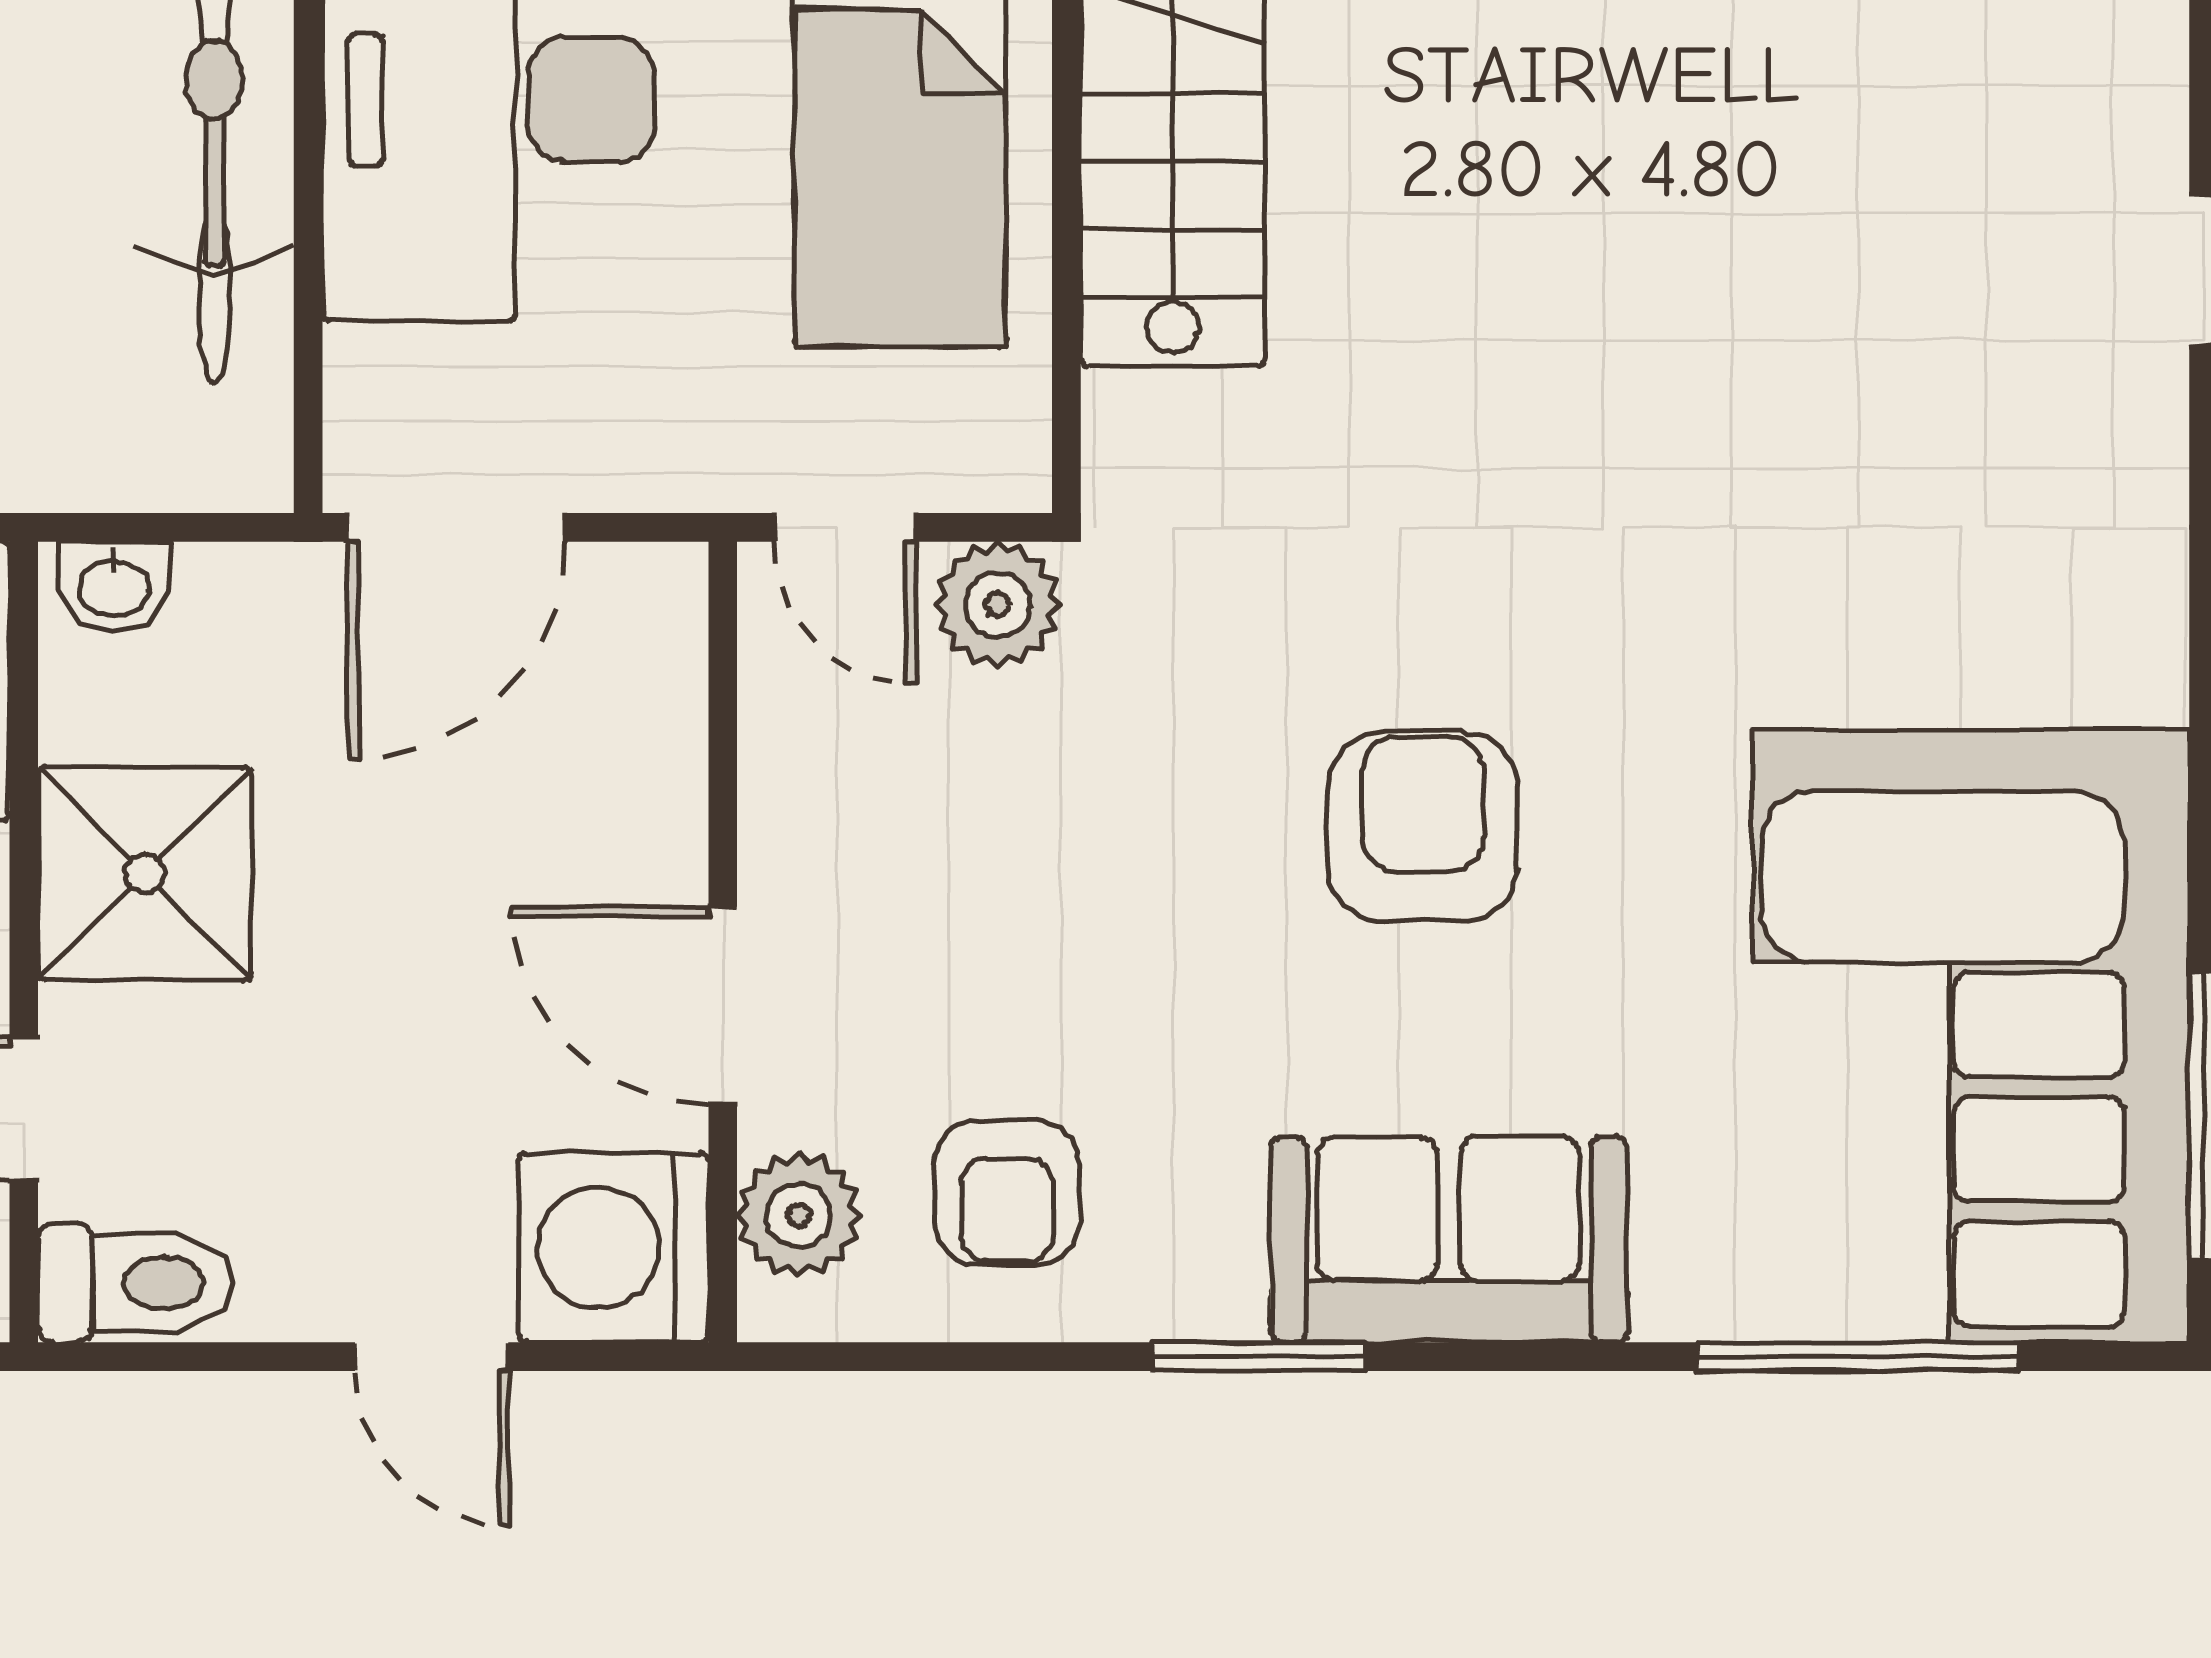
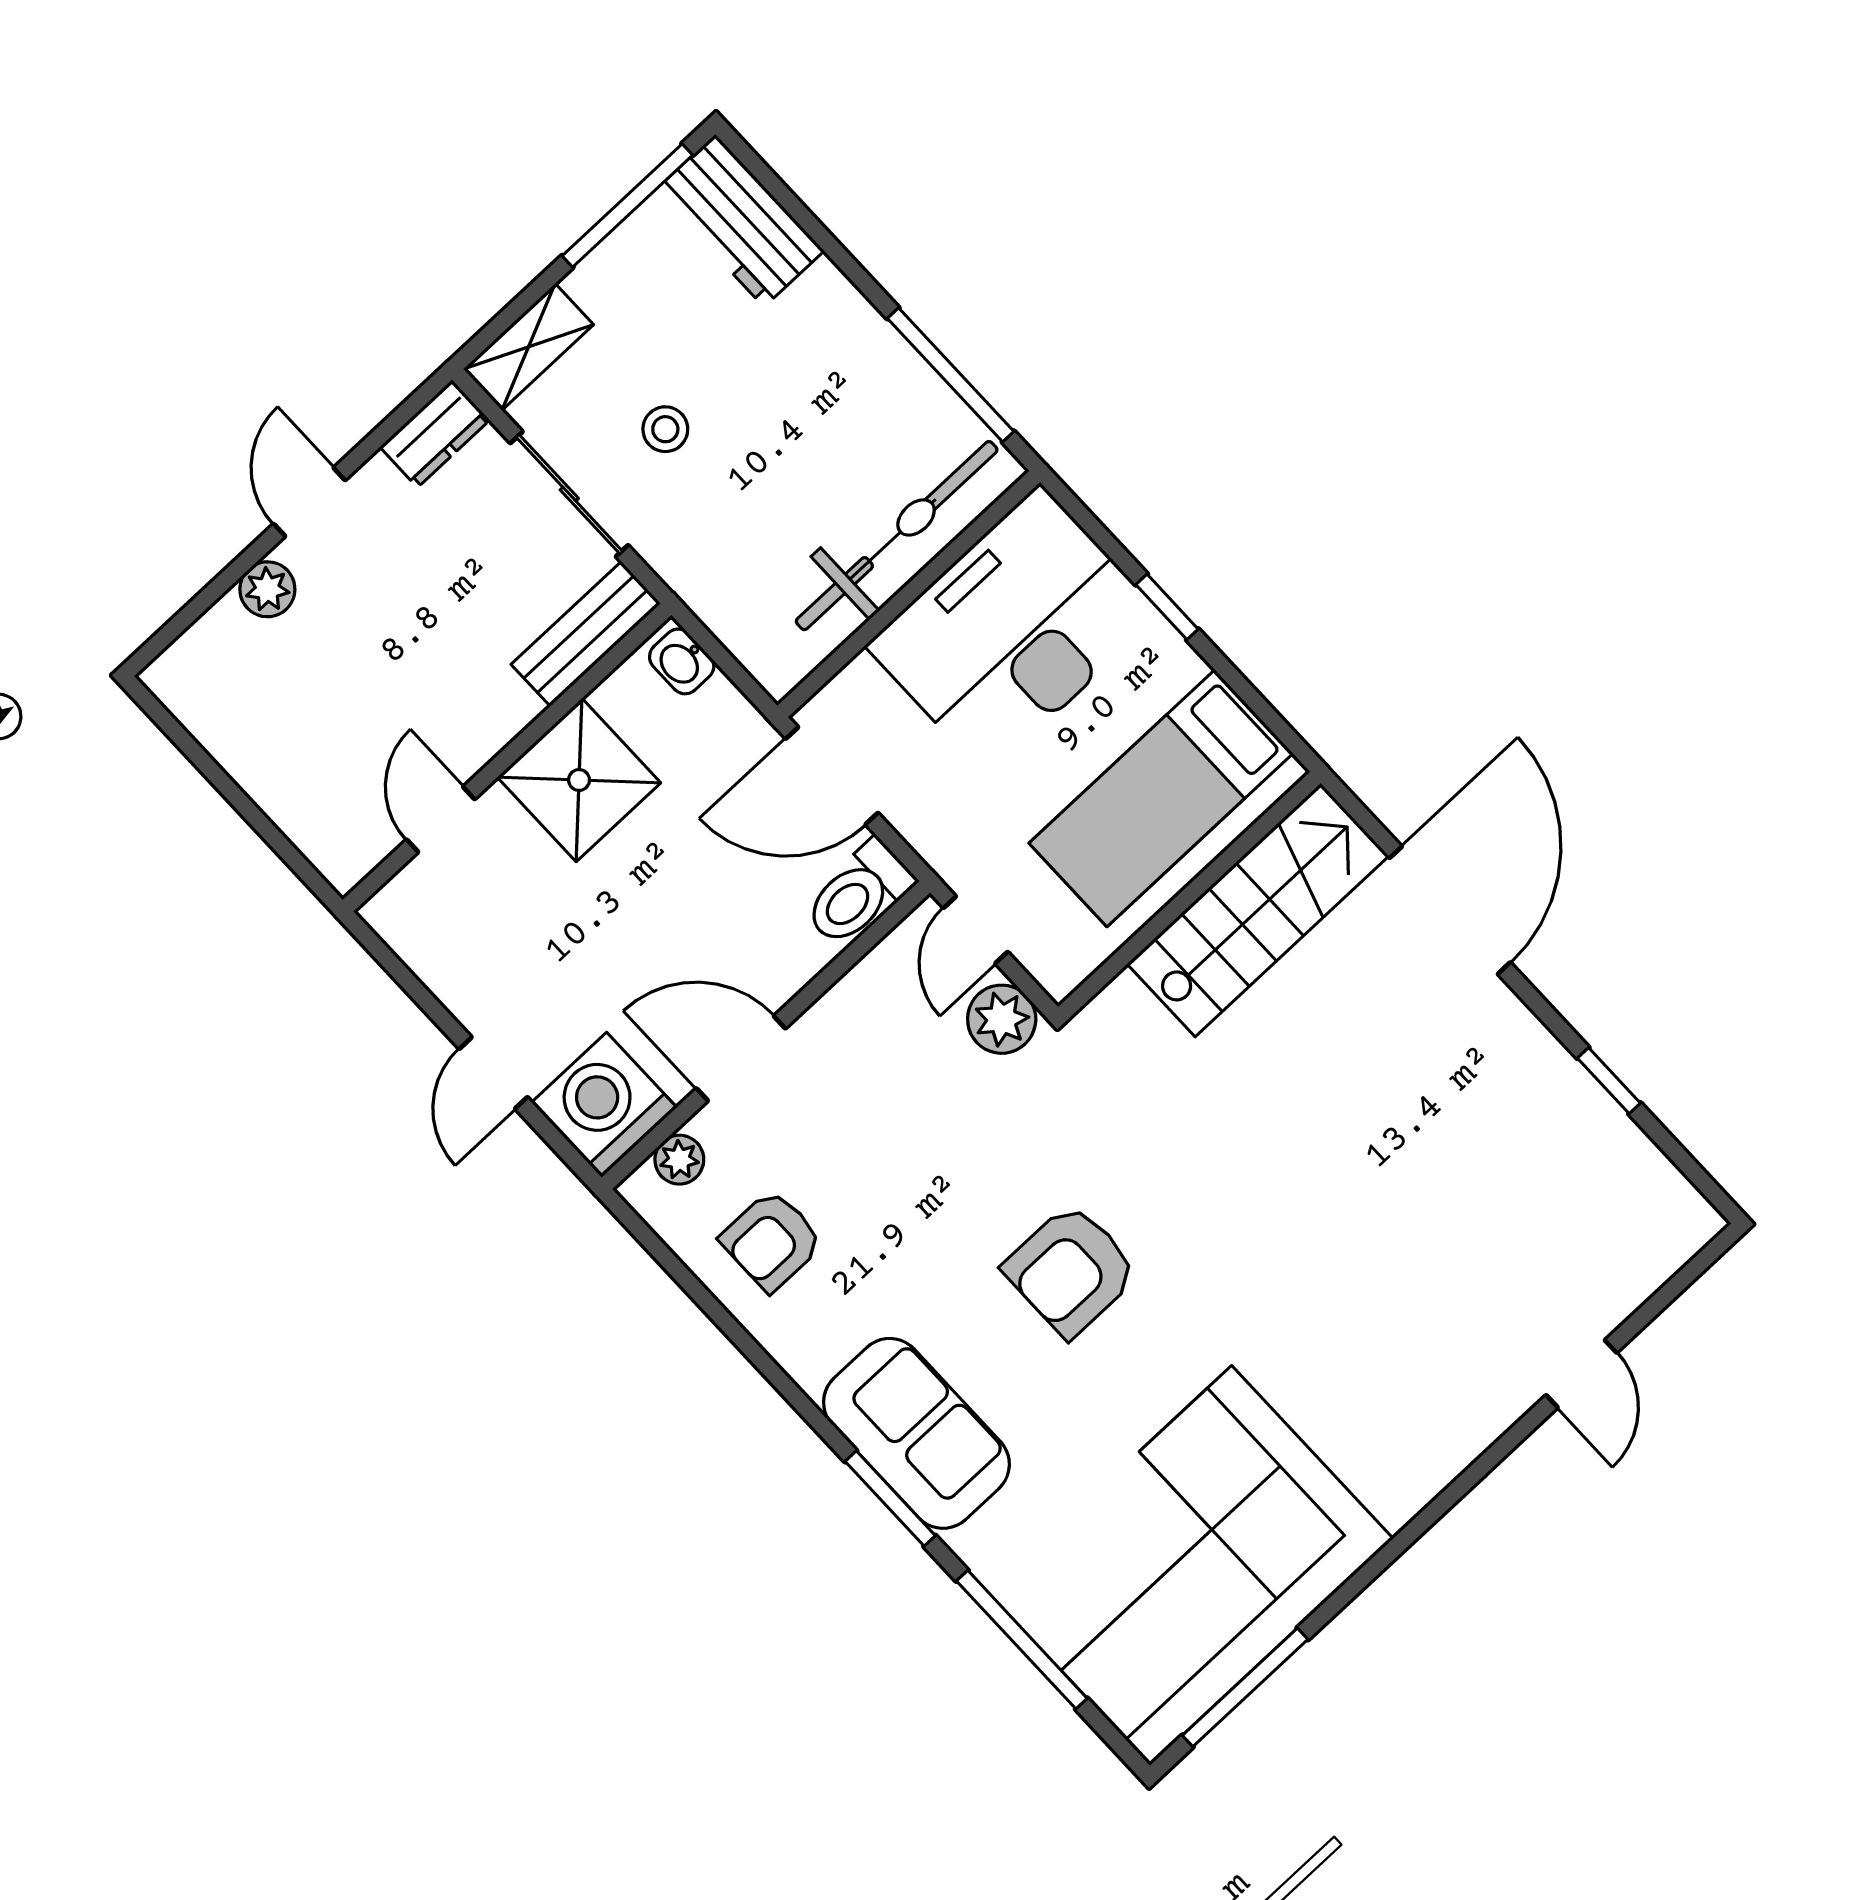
armchair: (1423, 827) -> (1071, 1270), turned 180
door: (723, 1005) -> (741, 1058), hinge flipped
plant: (799, 1215) -> (679, 1160), width x0.73, depth x0.73
toilet: (136, 1283) -> (858, 894), moved, turned 90
window: (1259, 1357) -> (890, 1498), moved

